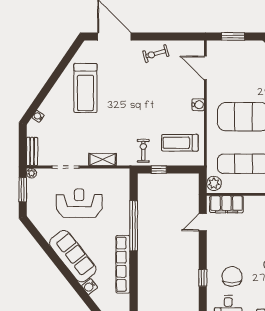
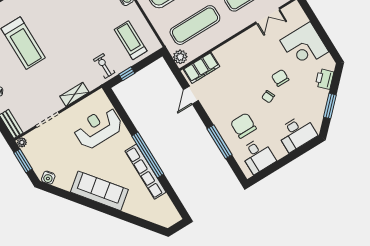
treadmill: (180, 143) -> (131, 40), turned 90
reception desk: (79, 203) -> (98, 128), moved
window: (134, 226) -> (148, 155), moved
window: (203, 278) -> (220, 142), width x2.17
water cooler: (90, 287) -> (48, 178), moved

